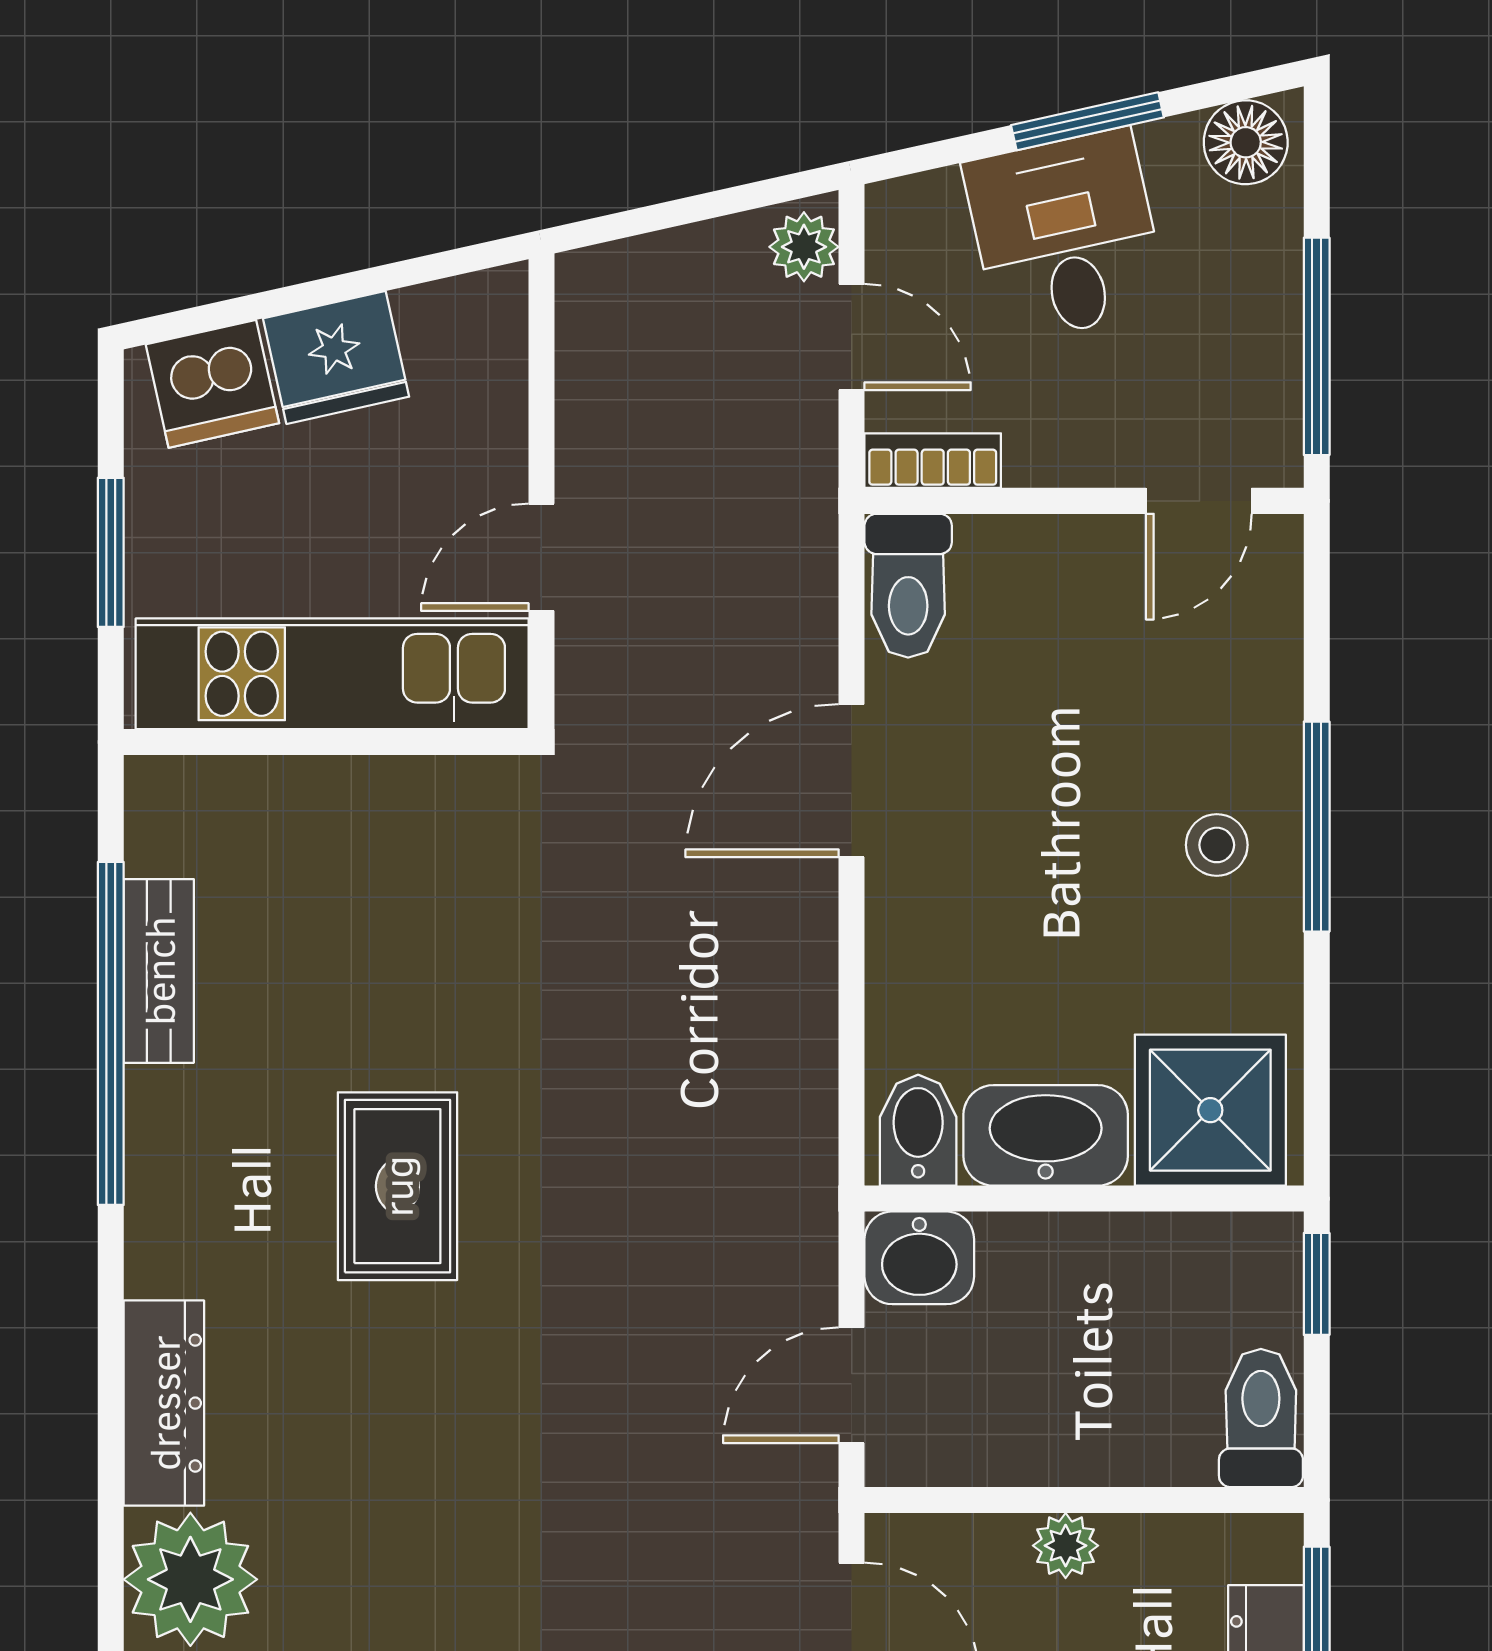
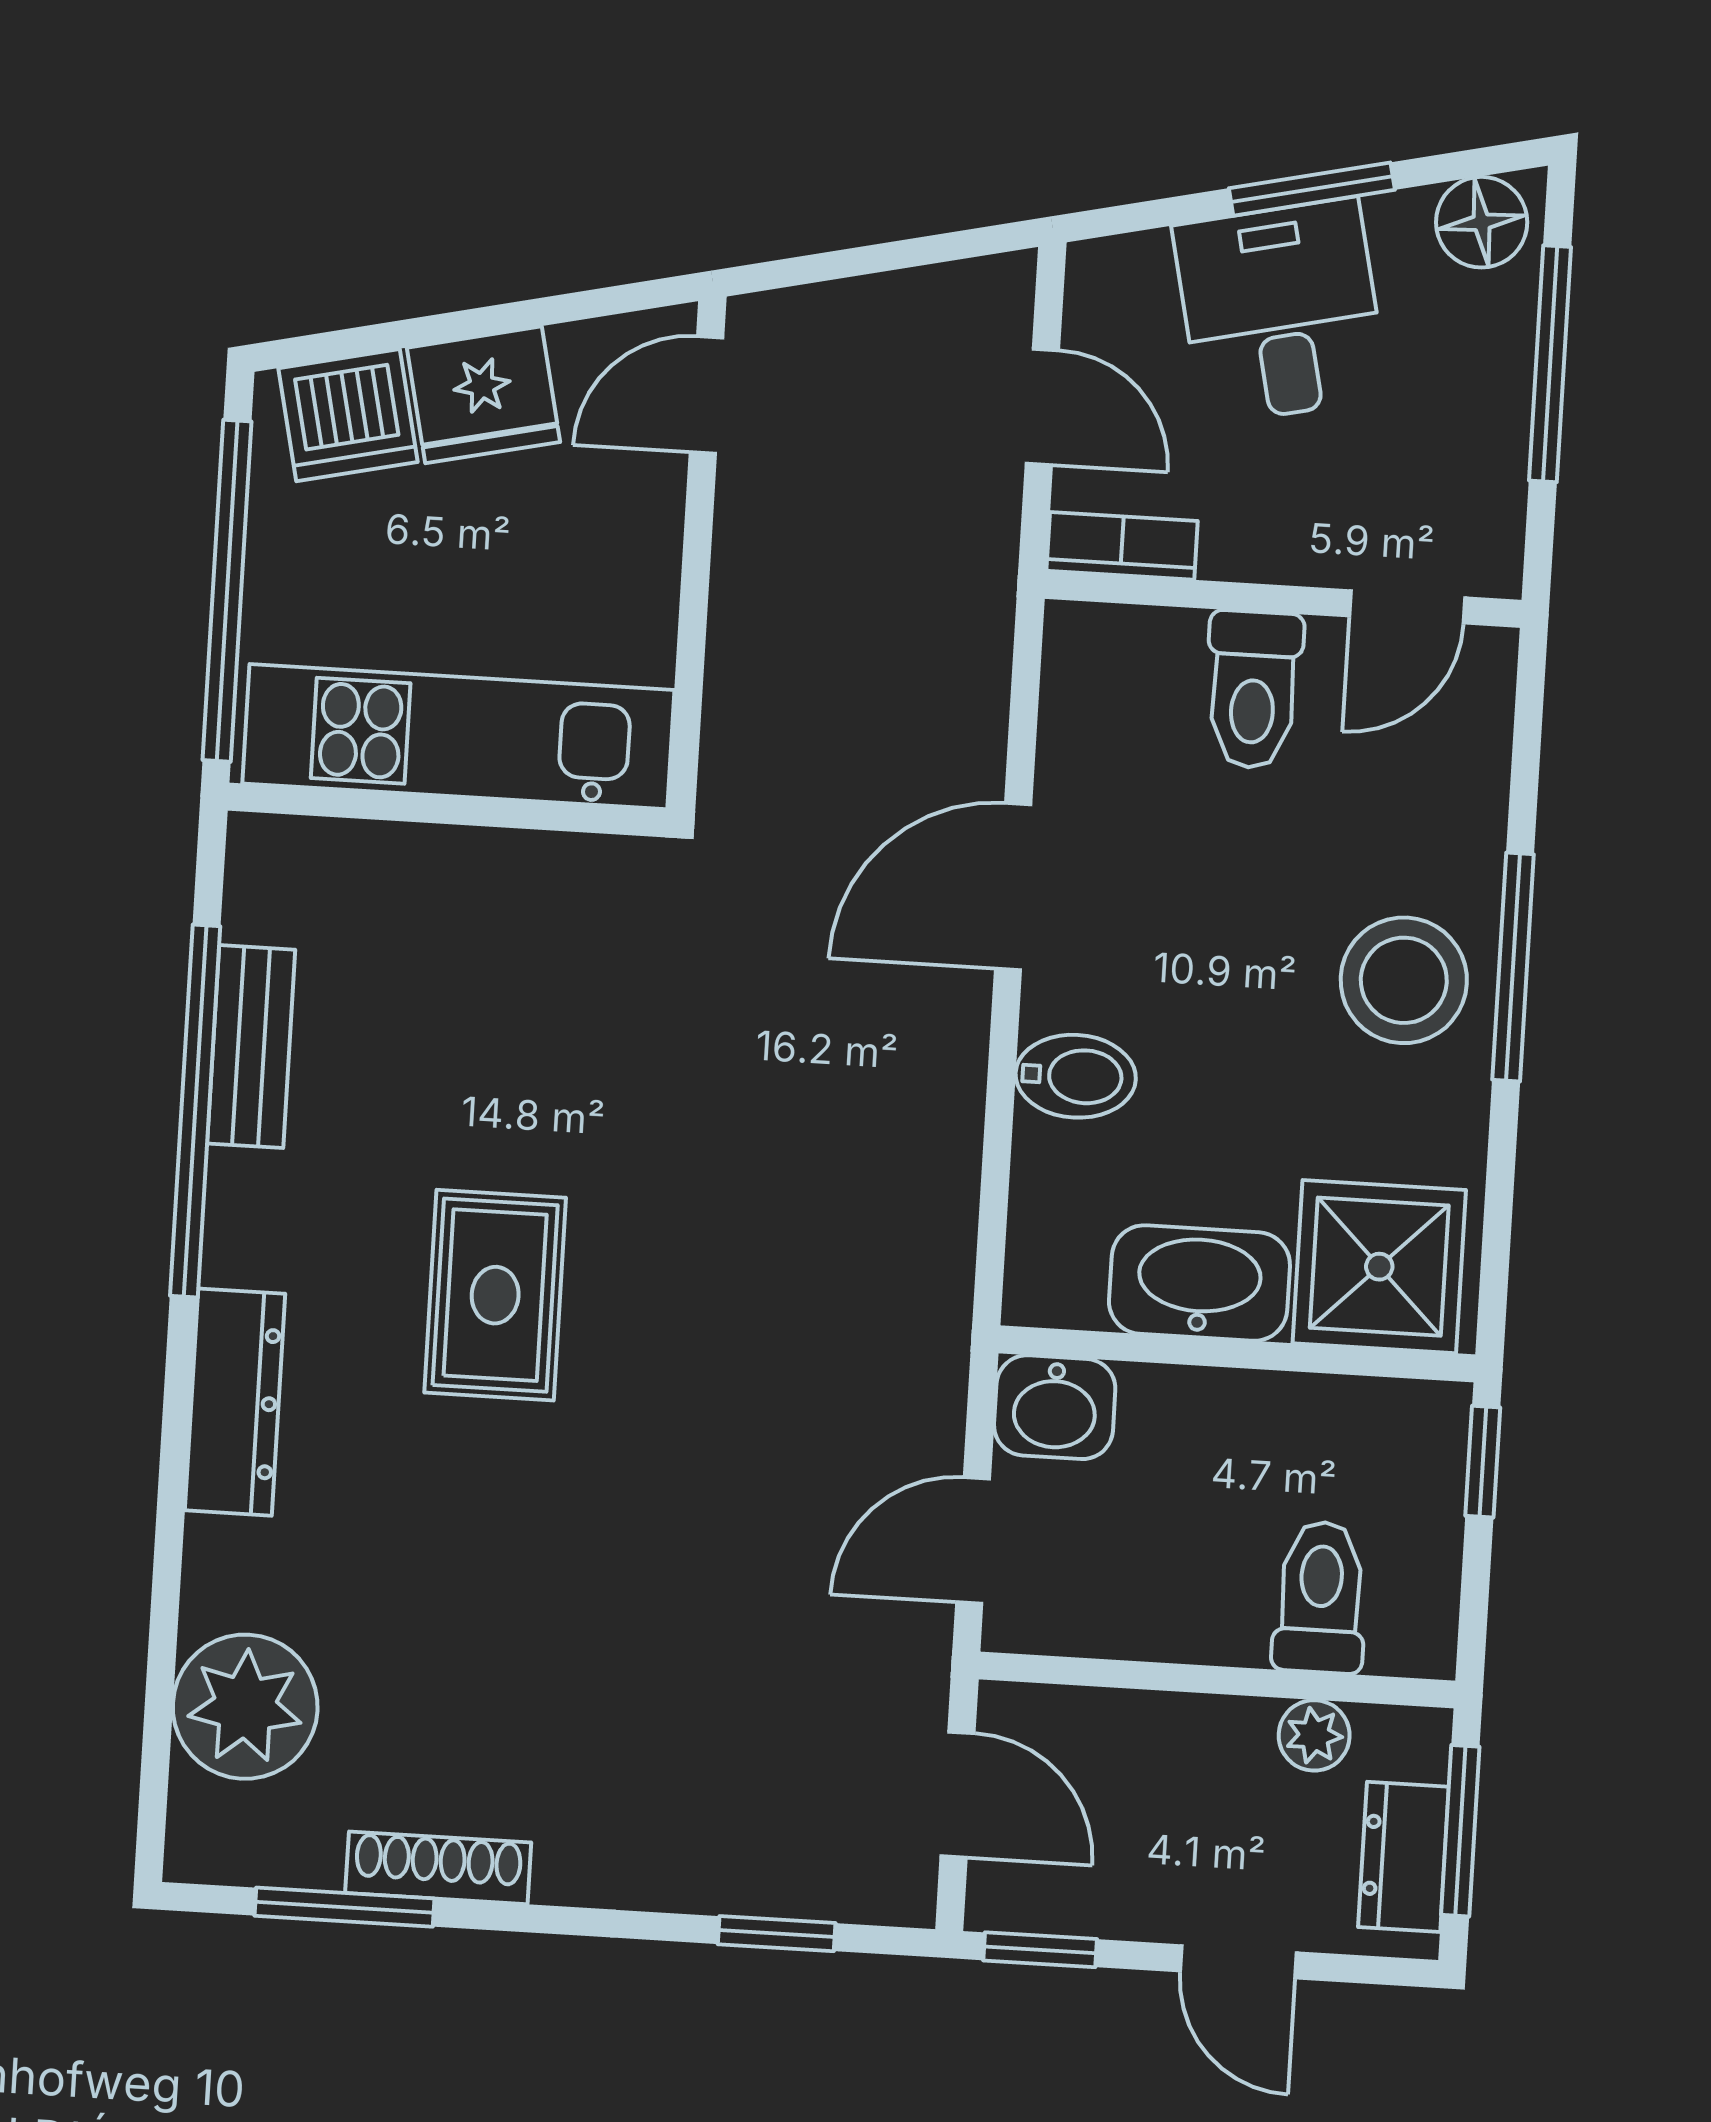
plant: (804, 247) -> (997, 306), removed
window: (1317, 346) -> (1550, 364), moved
window: (111, 552) -> (227, 591), width x2.11
door: (541, 557) -> (706, 395), moved
toilet: (908, 586) -> (1253, 690), moved
stool: (1217, 845) -> (1404, 980), width x1.89, depth x1.89
bidet: (918, 1130) -> (1076, 1076), moved, turned 90
dresser: (164, 1403) -> (235, 1402), moved
toilet: (1261, 1418) -> (1320, 1597), moved
plant: (1066, 1546) -> (1314, 1735), moved

